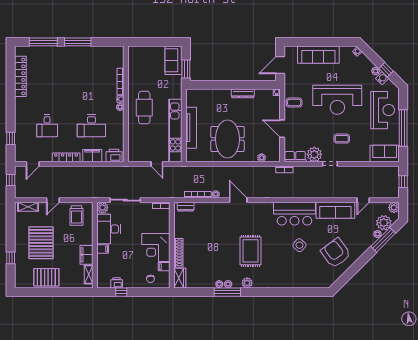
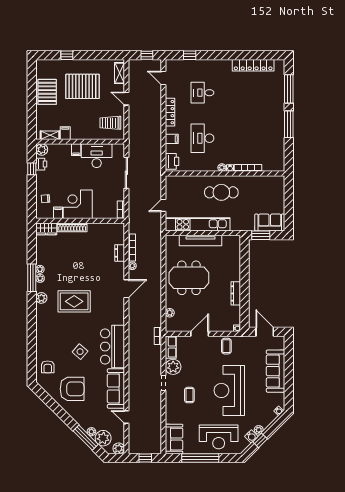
filing cabinet: (92, 156) -> (172, 139), width x0.50
dresser: (186, 207) -> (120, 253), moved
plant: (102, 208) -> (42, 150), moved
armchair: (336, 253) -> (72, 389), turned 36
filing cabinet: (86, 255) -> (65, 133), width x0.50
armchair: (314, 277) -> (48, 367), added

